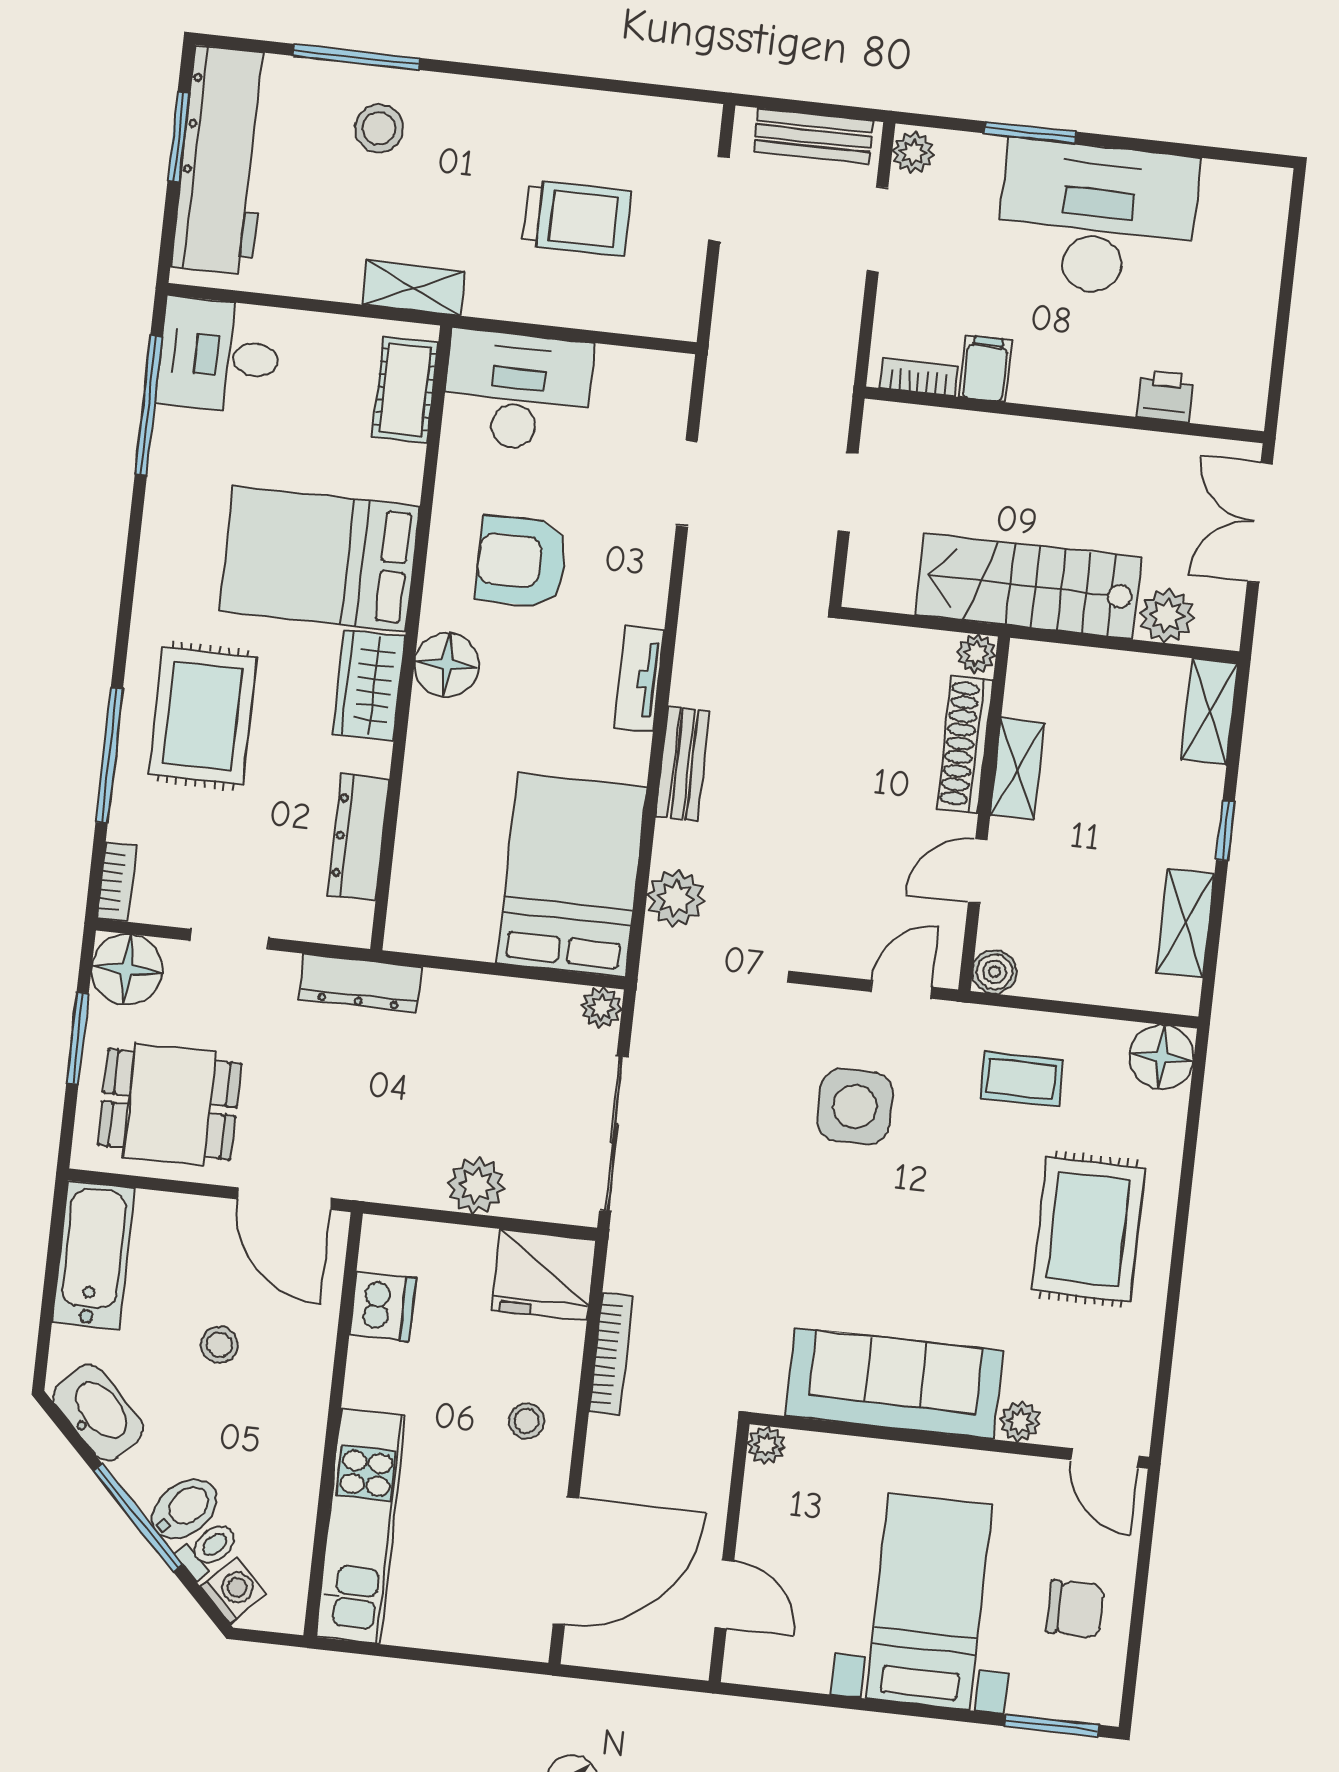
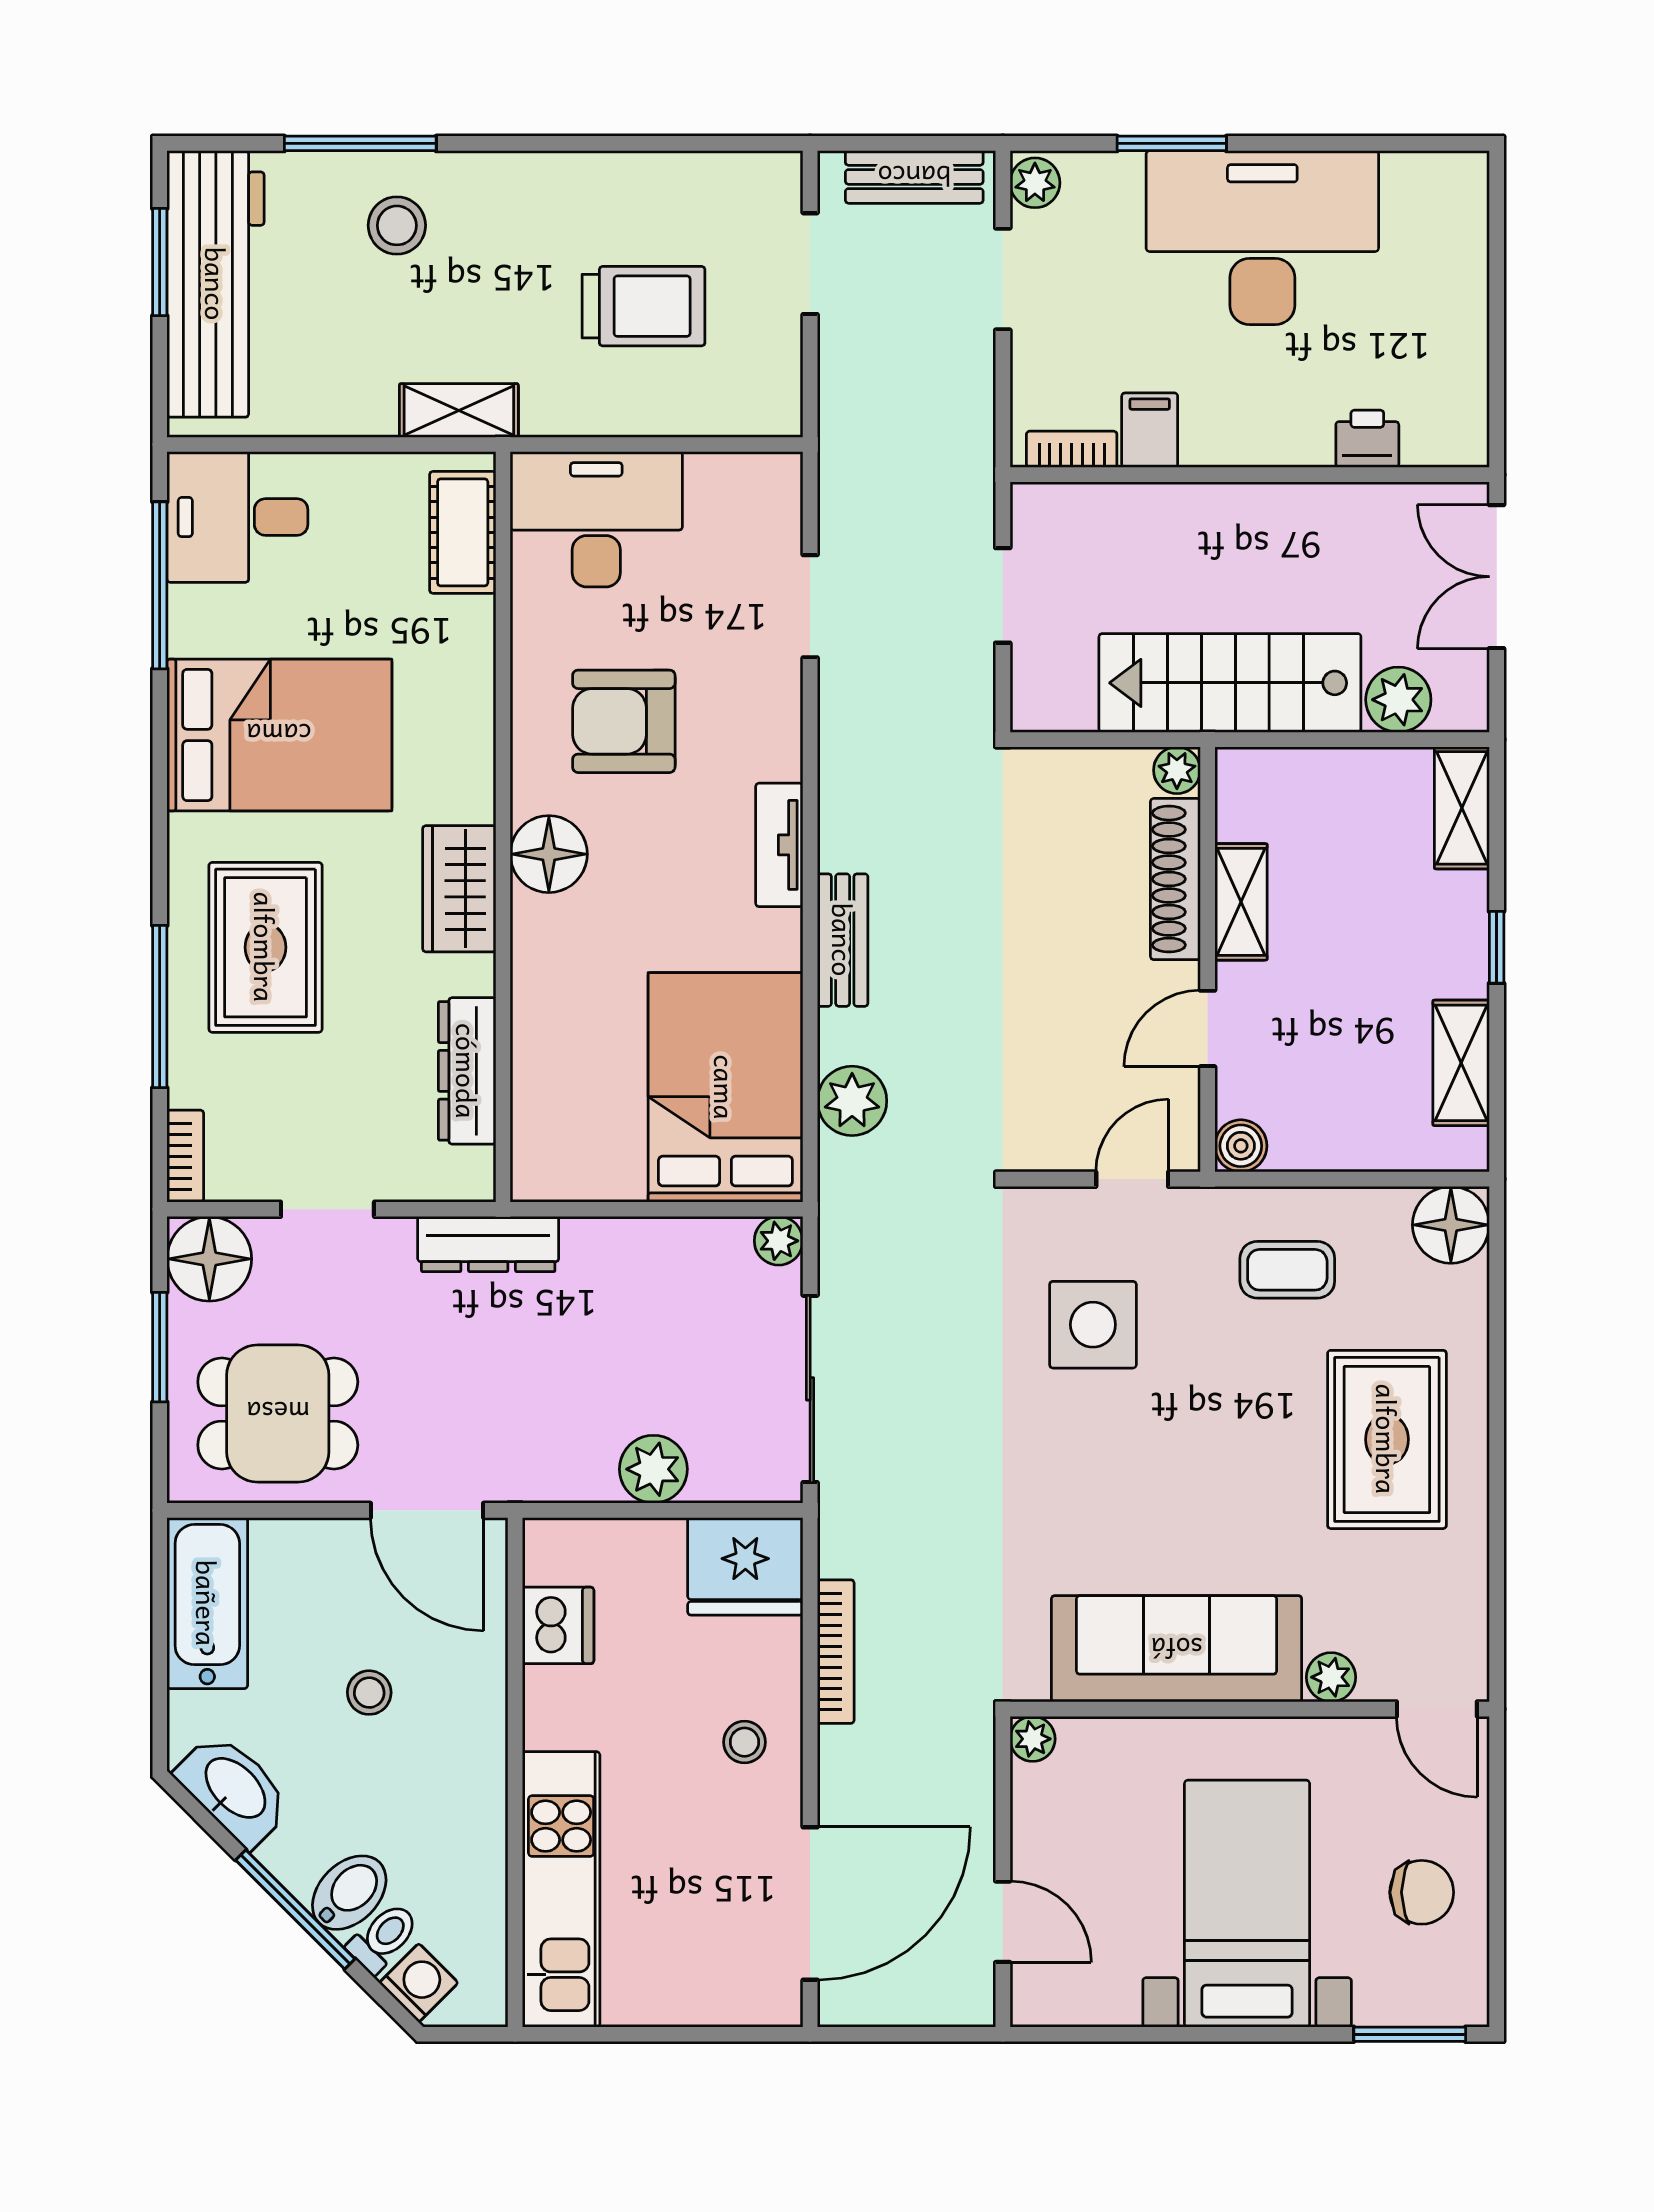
bed: (319, 559) -> (279, 735), moved, turned 180

